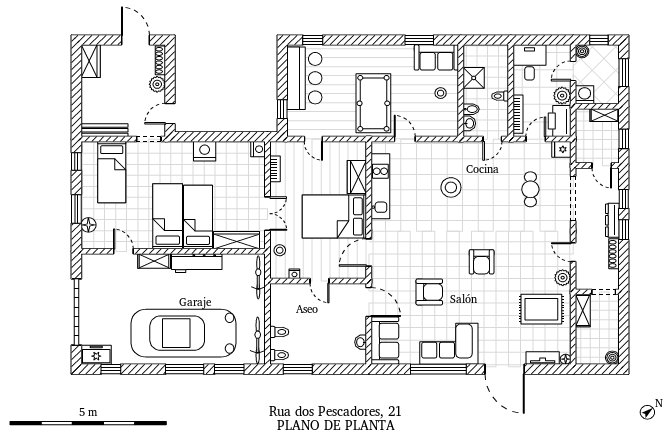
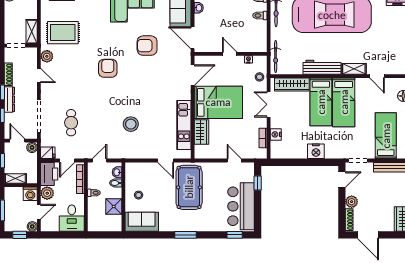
window: (419, 40) -> (185, 235), moved
nightstand: (258, 149) -> (276, 134), moved
boiler: (582, 156) -> (32, 147), added

